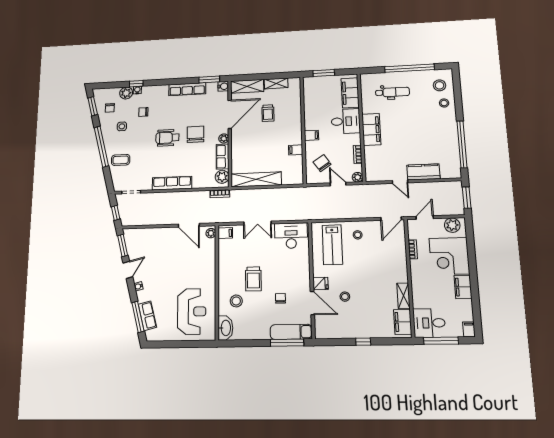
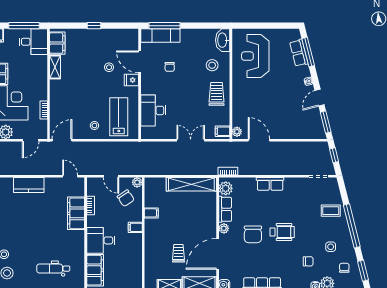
filing cabinet: (371, 129) -> (76, 213), moved
plant: (358, 177) -> (137, 182), moved
door: (400, 182) -> (70, 176), moved
row of seats: (172, 183) -> (270, 184), width x0.68
desk: (291, 236) -> (153, 110), moved, turned 90
trolley: (253, 279) -> (217, 94), moved

